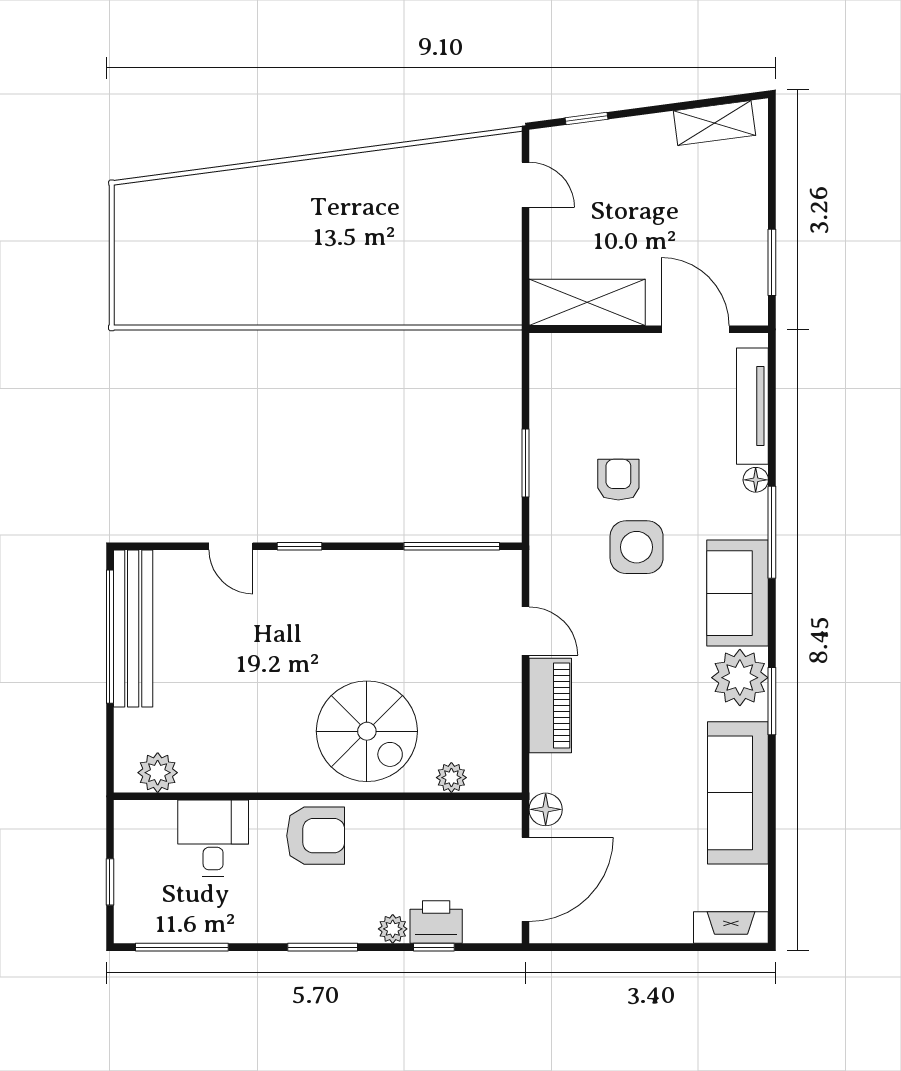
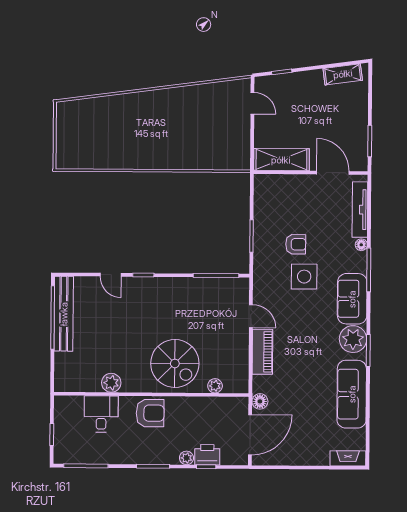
armchair: (618, 480) -> (296, 244), turned 90
plant: (158, 773) -> (111, 383), moved

